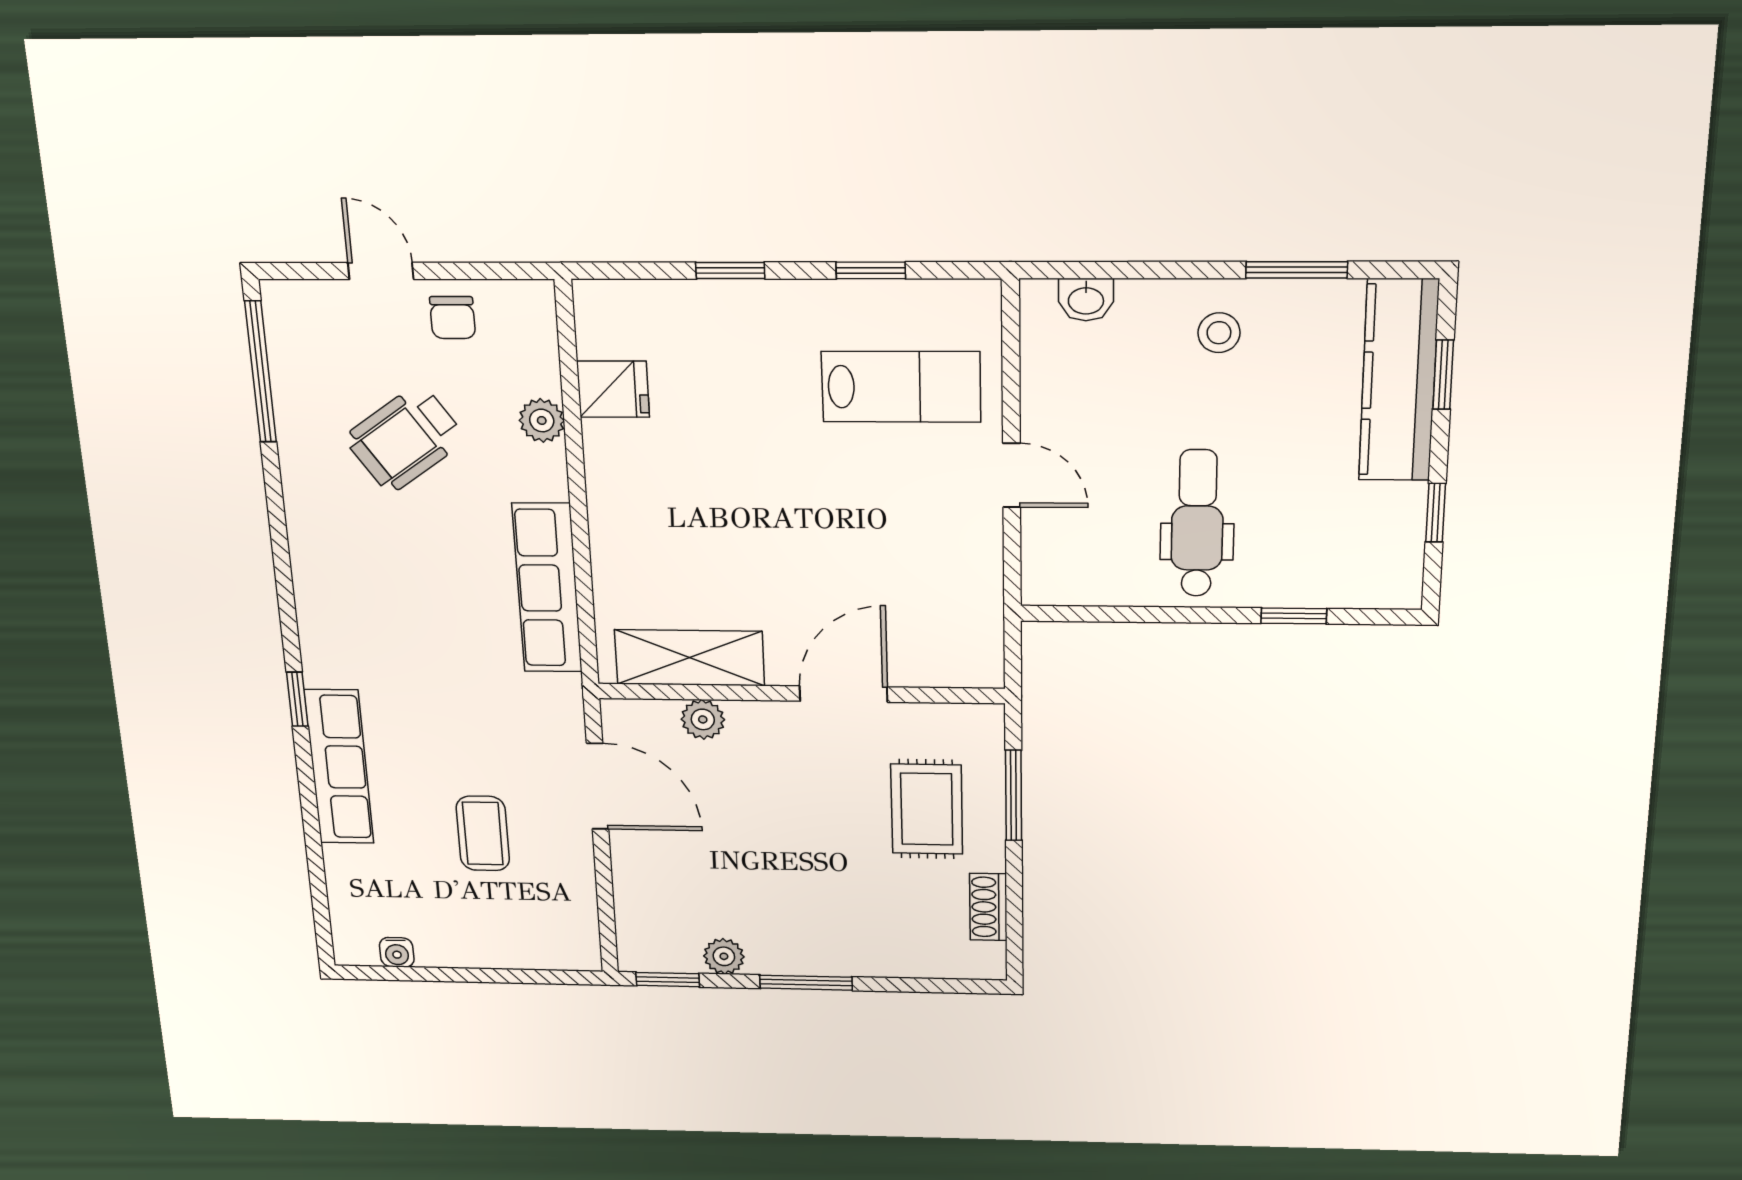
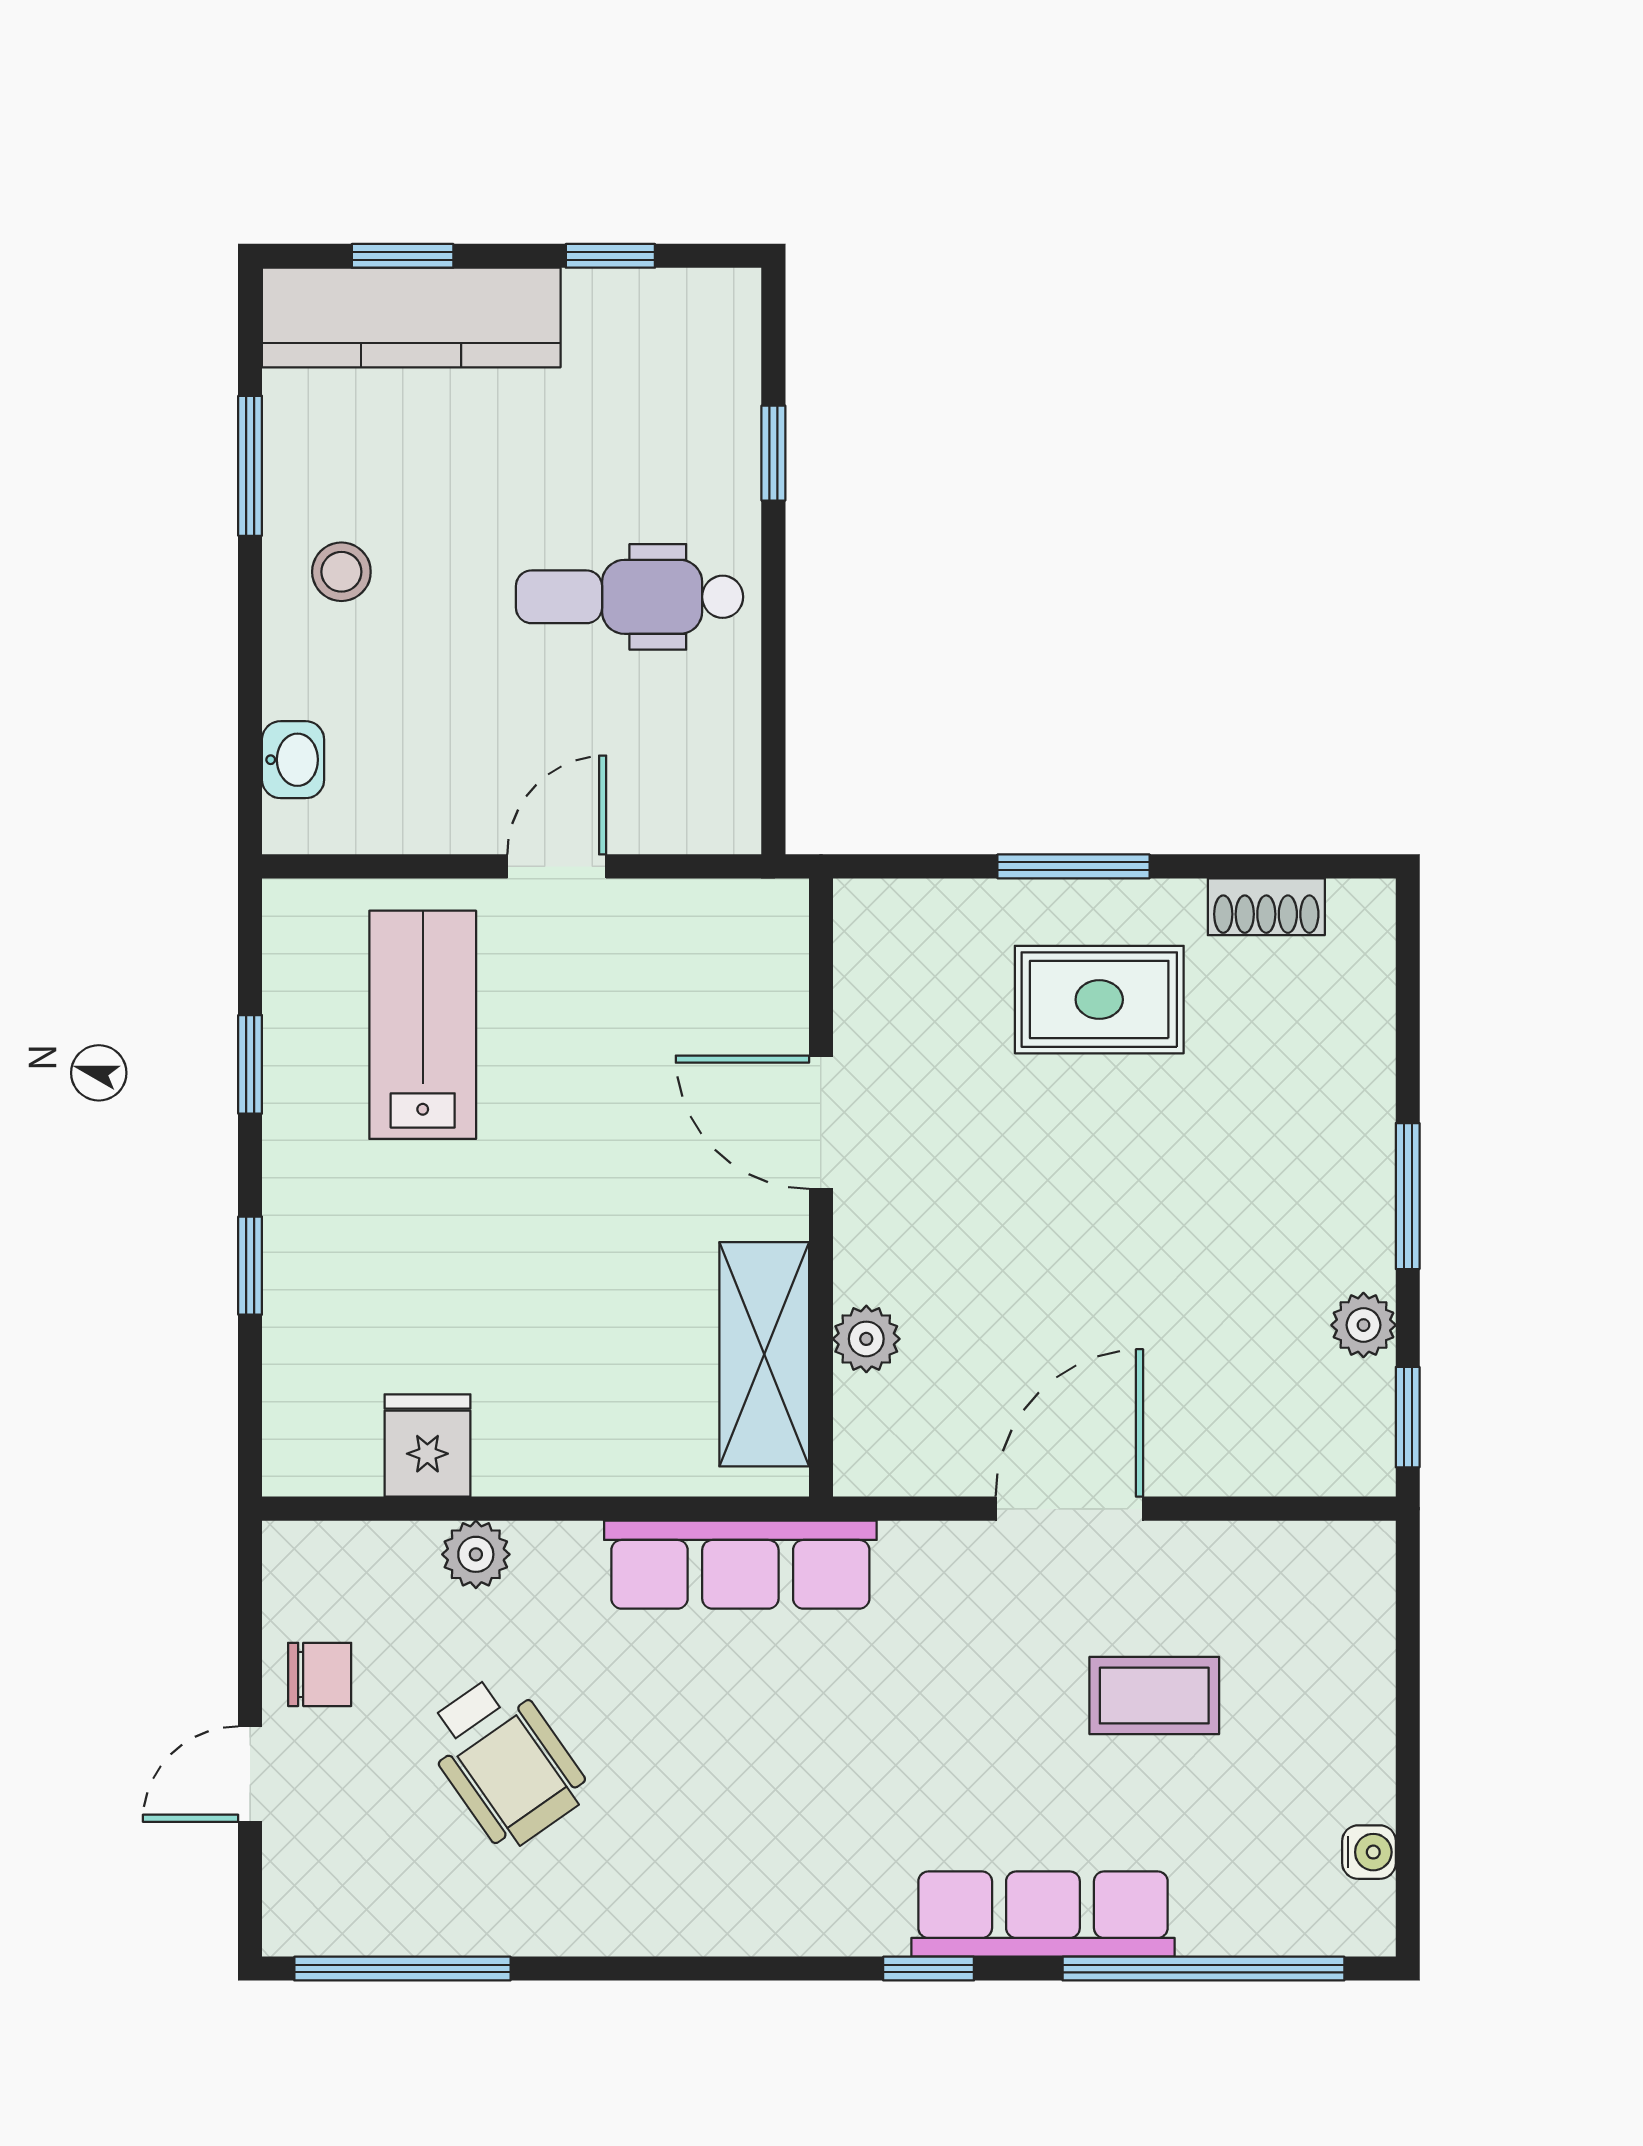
shelving: (690, 658) -> (764, 1354), moved
wall: (801, 693) -> (821, 1188), moved
door: (844, 694) -> (821, 1122), moved
plant: (703, 719) -> (866, 1339), moved
window: (315, 858) -> (1203, 1969), added

